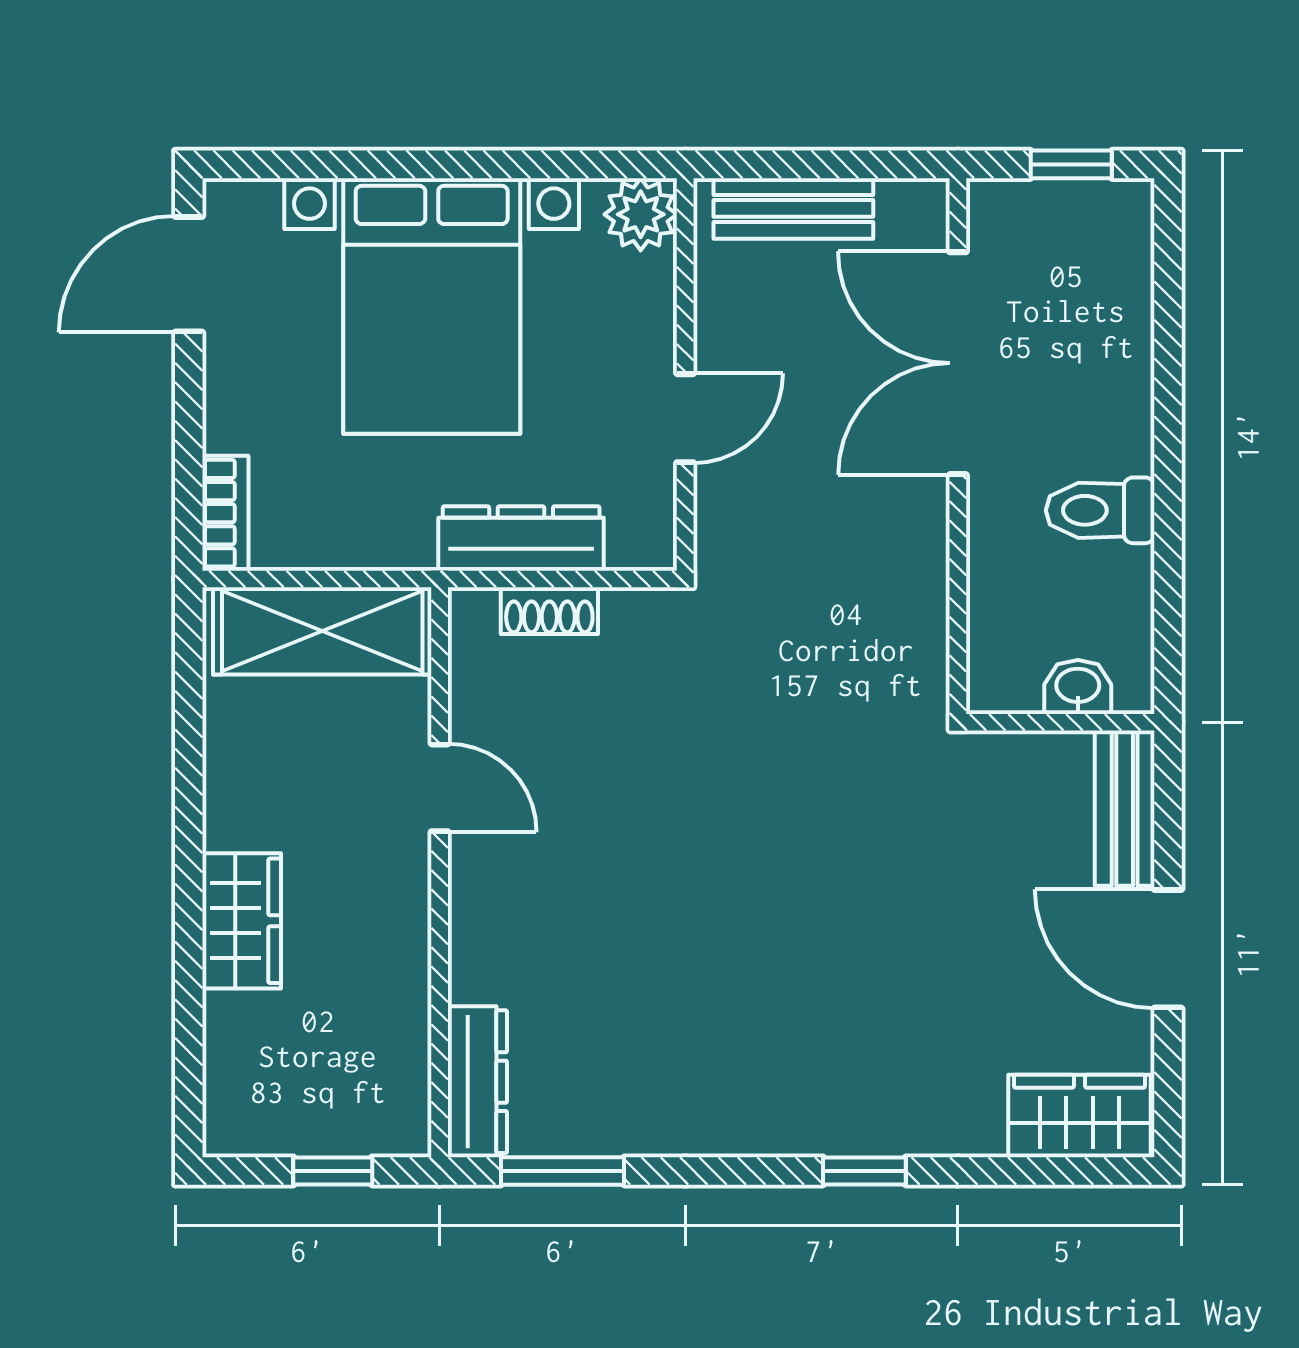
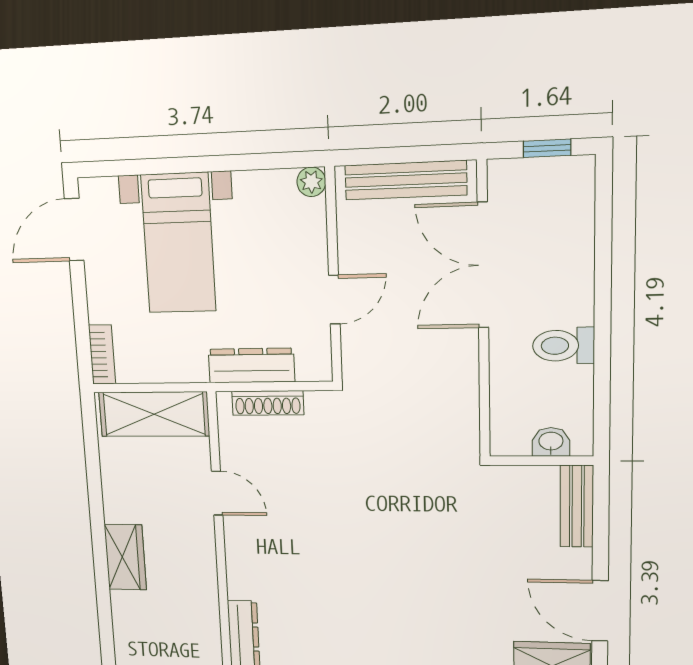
bench: (793, 208) -> (406, 180), width x1.36
plant: (641, 214) -> (311, 182), width x0.73, depth x0.73
bed with nightstands: (432, 306) -> (178, 243), width x0.73
shoe rack: (549, 611) -> (268, 403), width x1.43
door: (1168, 949) -> (600, 611), moved

